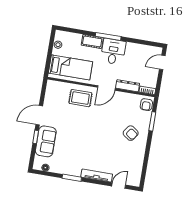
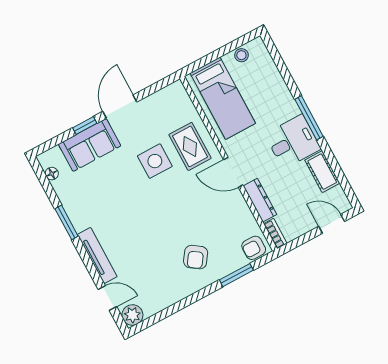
cot: (92, 41) -> (322, 172), moved
door: (39, 115) -> (120, 107), hinge flipped
side table: (75, 118) -> (155, 161), added
plant: (135, 180) -> (132, 315), added

